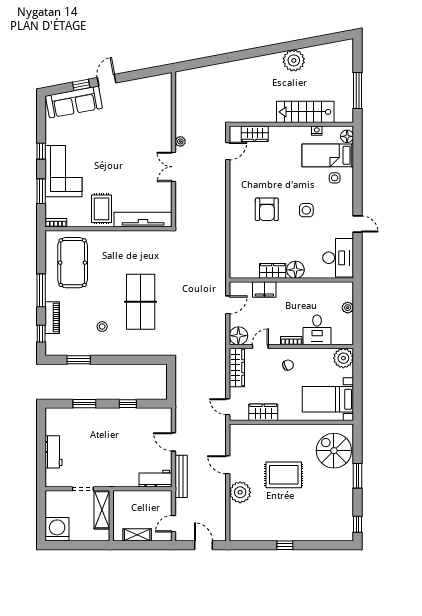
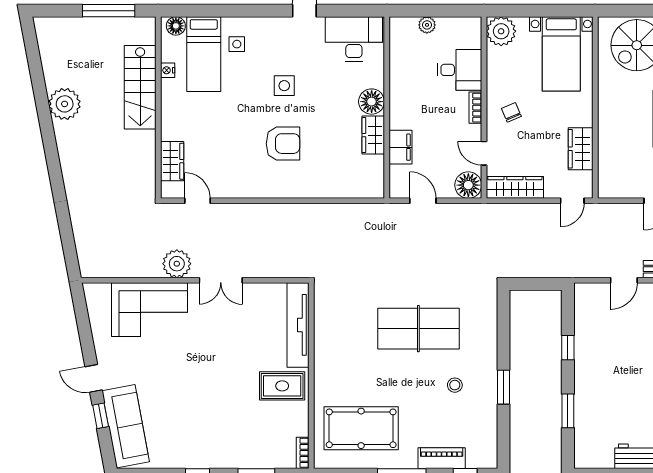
plant: (180, 141) -> (177, 264), width x1.88, depth x1.88
corner sofa: (64, 171) -> (149, 310), moved, turned 180
window: (79, 360) -> (503, 387), moved

